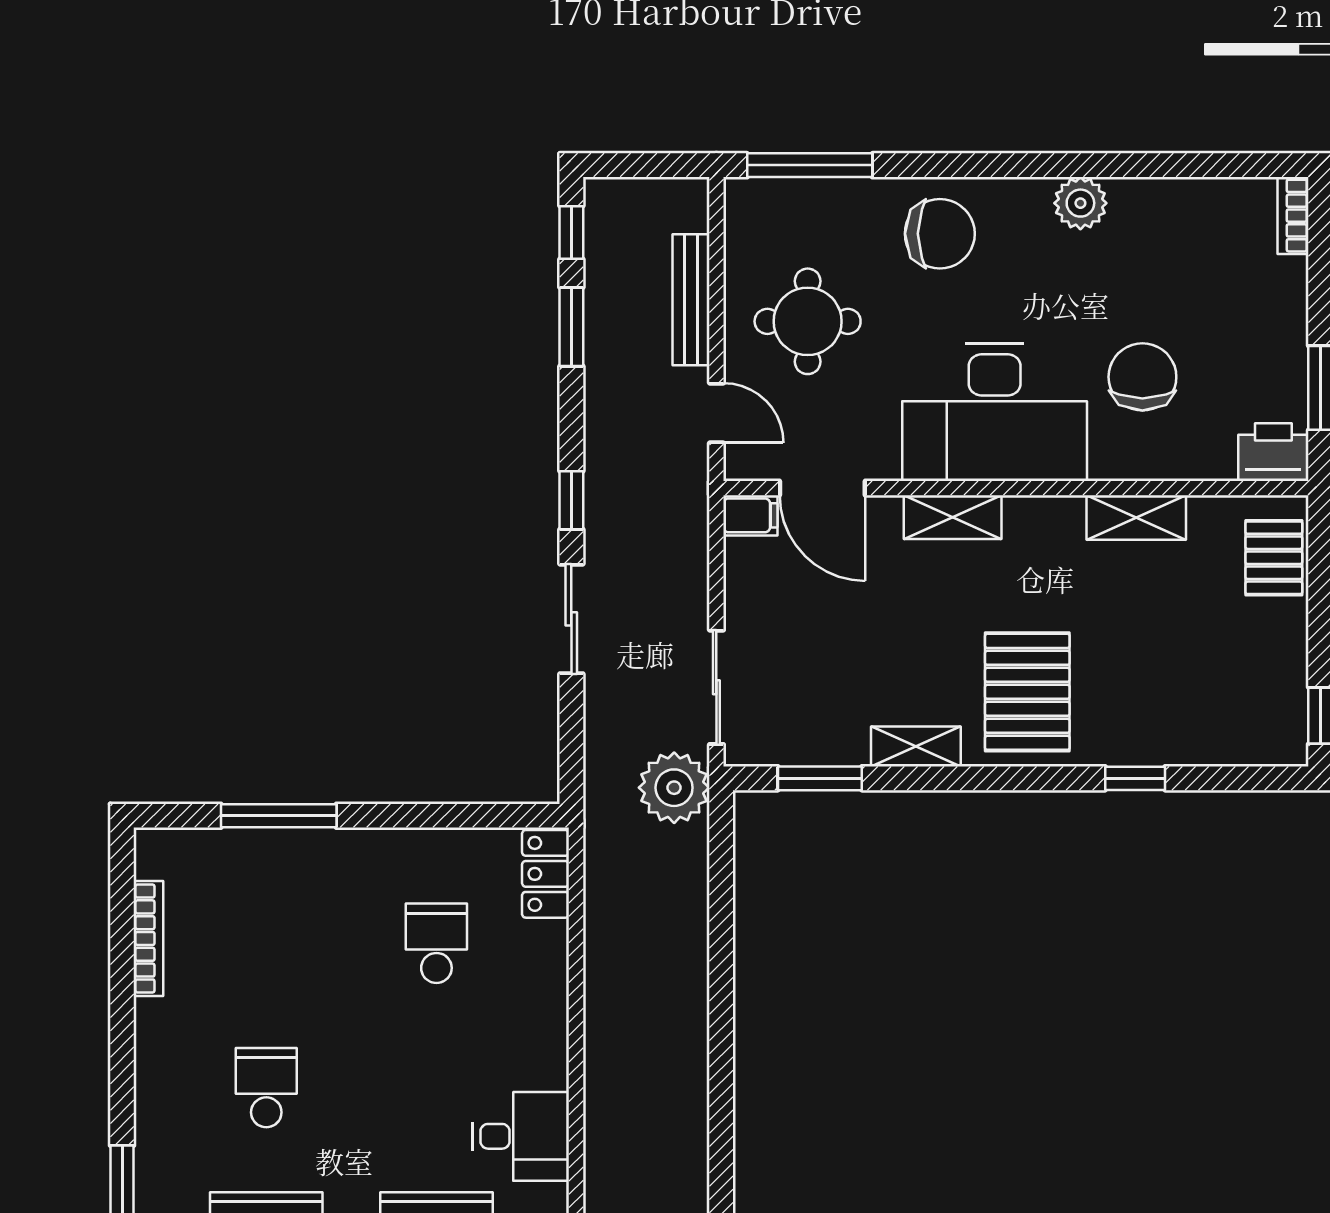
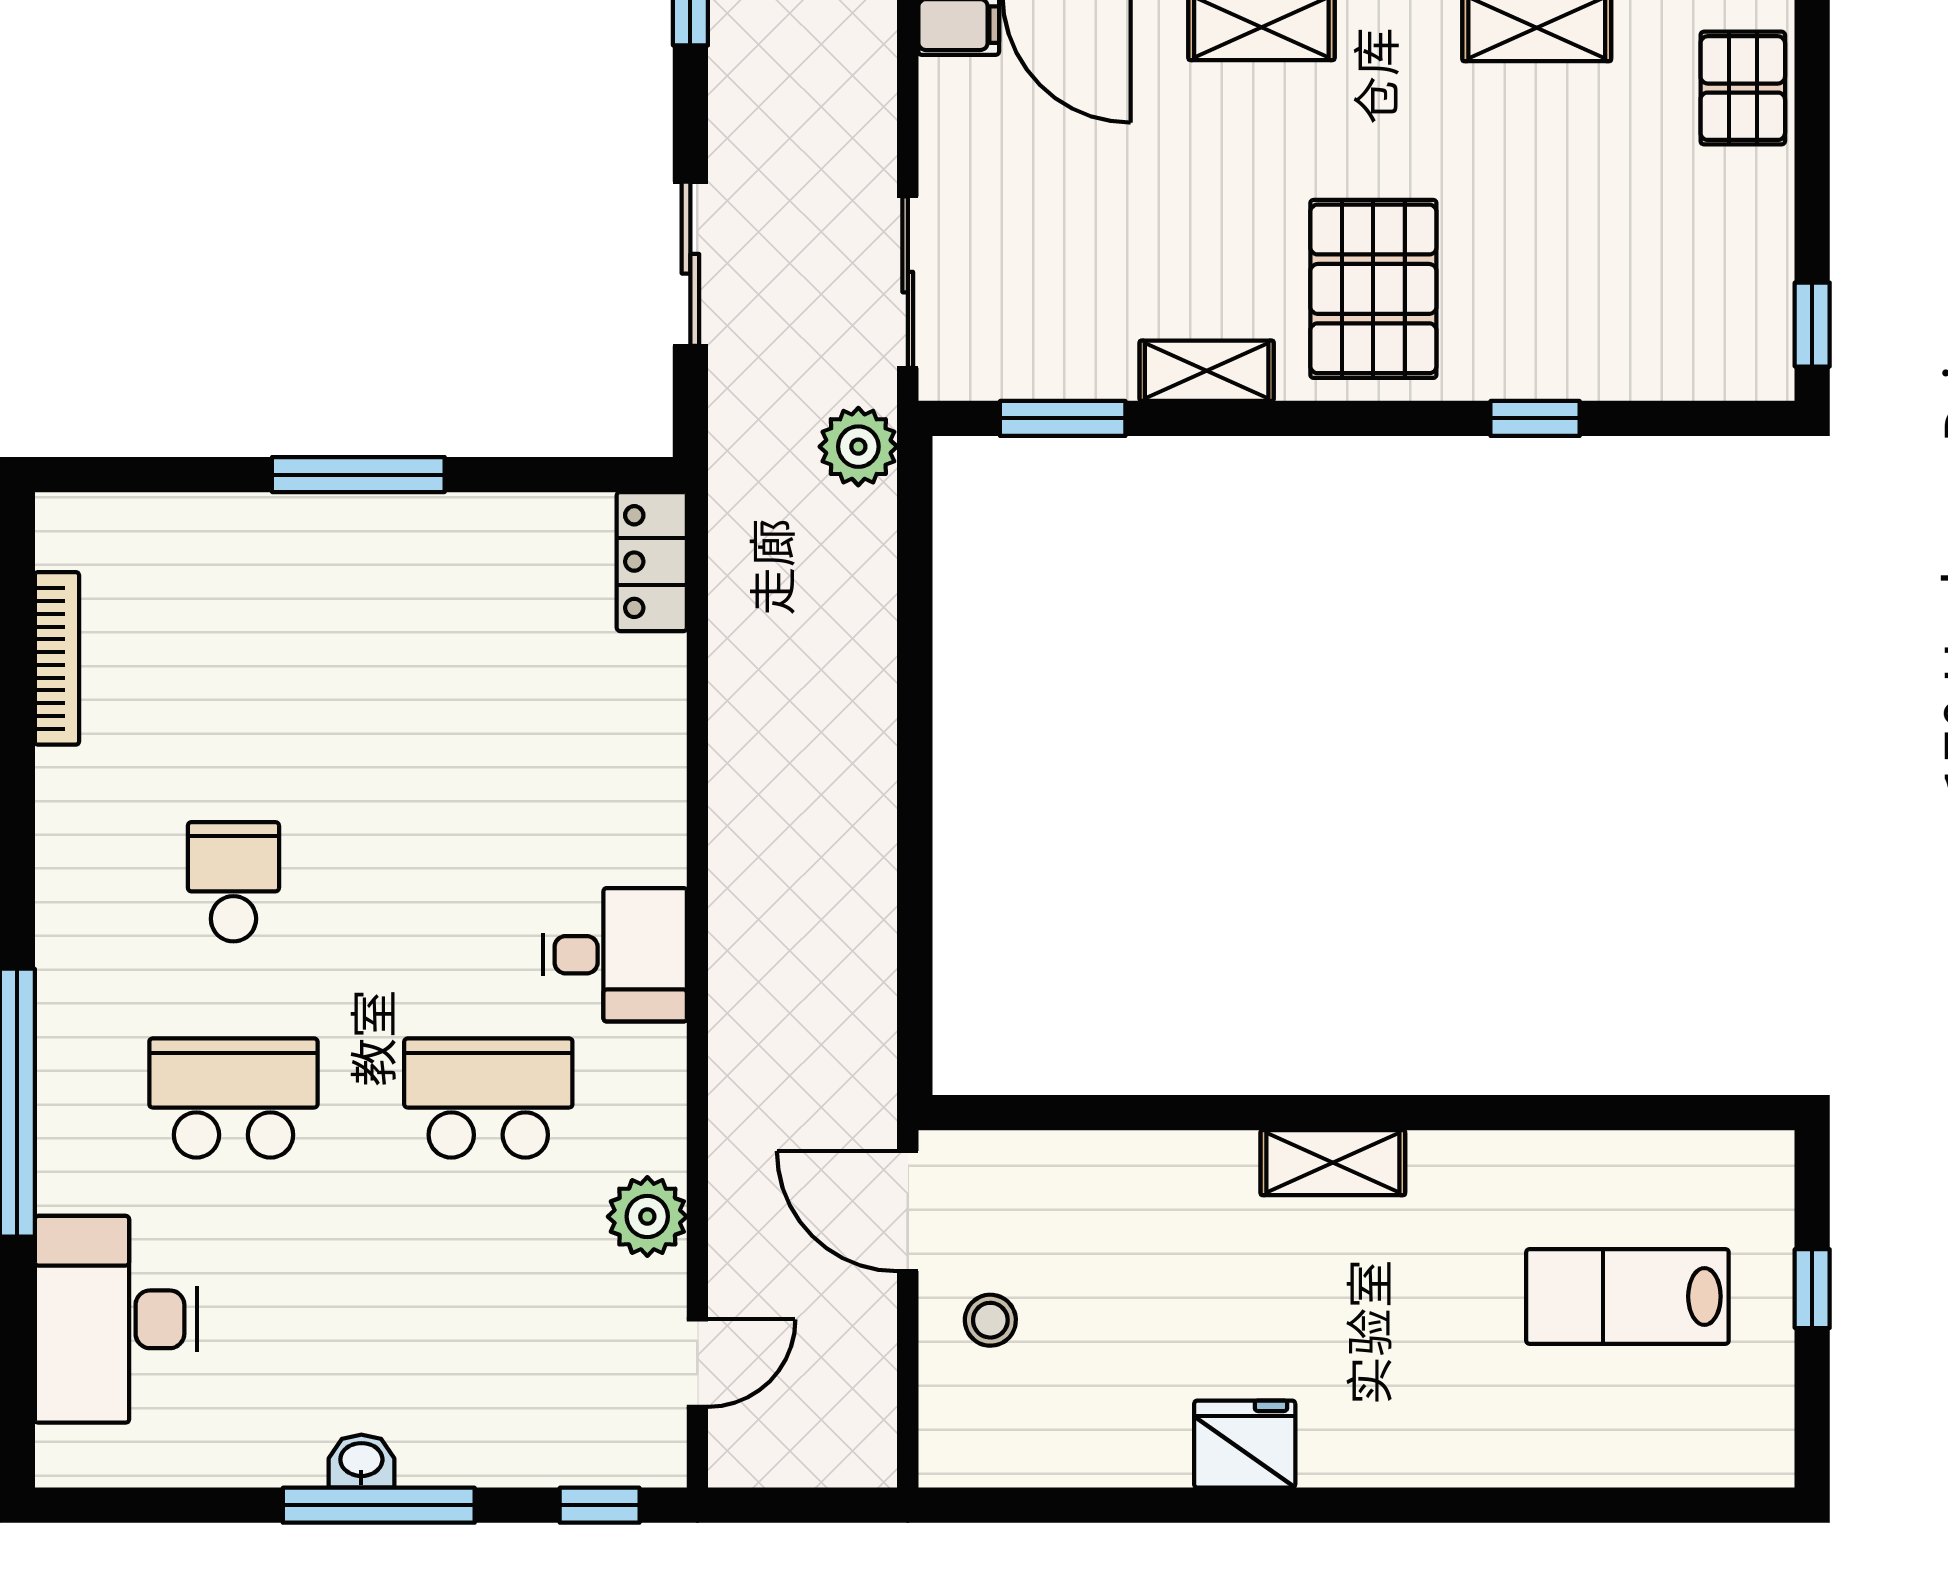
sliding door: (571, 619) -> (690, 264), moved
plant: (674, 788) -> (858, 447), width x0.73, depth x0.73
window: (279, 816) -> (358, 475), moved
school desk: (436, 943) -> (488, 666), removed

